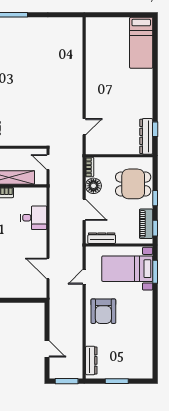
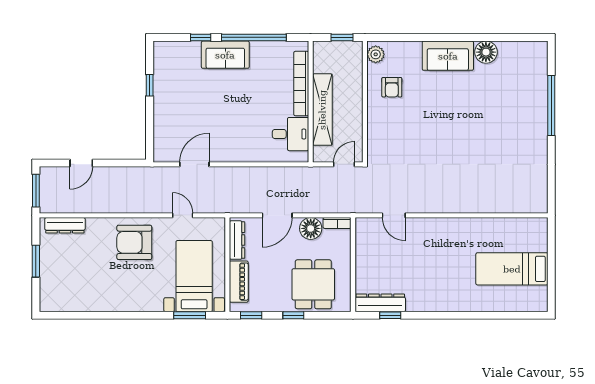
bed: (141, 43) -> (512, 269), moved
desk: (34, 218) -> (290, 134), moved, turned -90
piano: (146, 224) -> (239, 282), moved, turned 90

